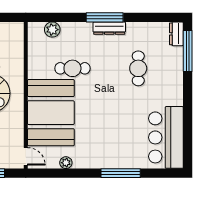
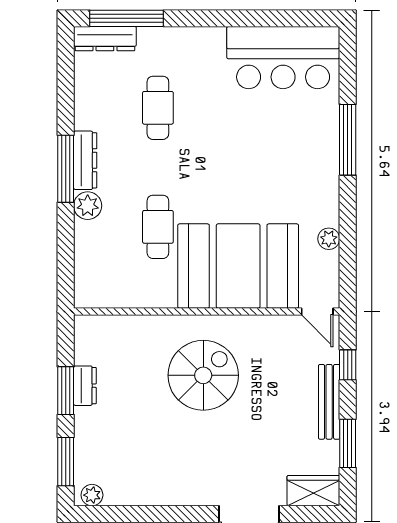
plant: (52, 30) -> (88, 206), moved
dresser: (176, 34) -> (105, 39), width x1.44
cafe table: (138, 68) -> (158, 108), turned 90
door: (26, 156) -> (317, 311), swing flipped

